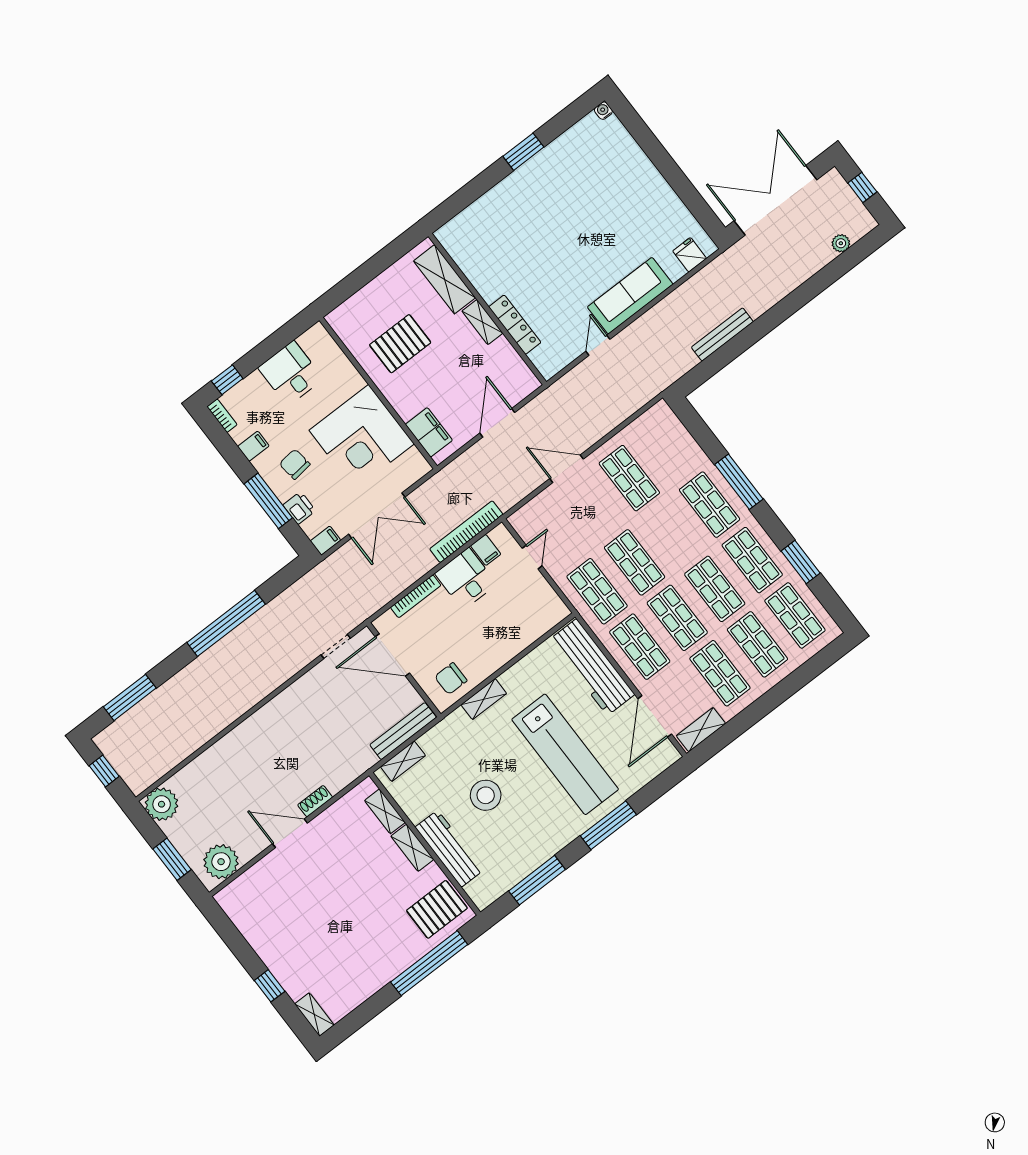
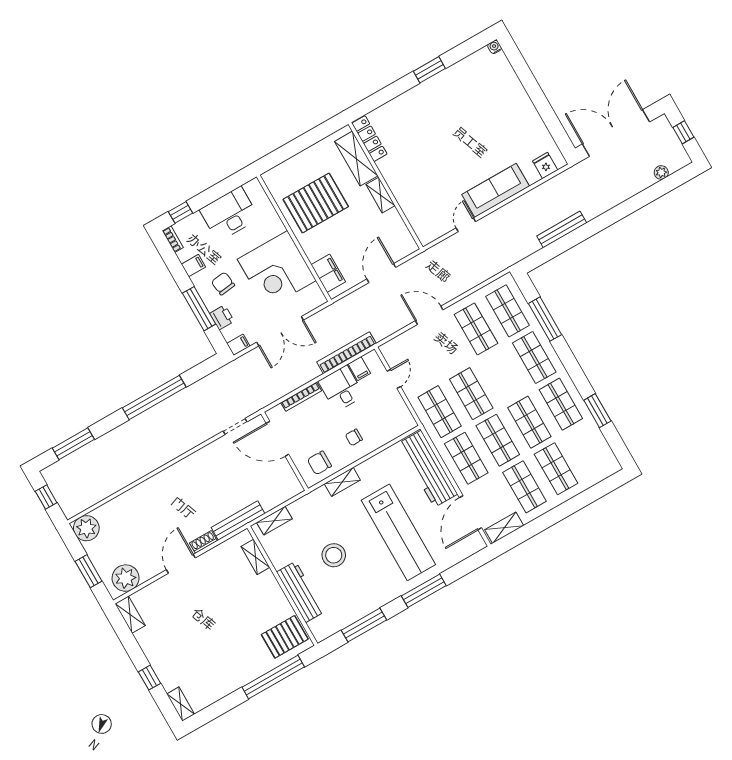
locker: (515, 325) -> (369, 139), moved
pallet: (400, 344) -> (316, 203), width x1.37, depth x1.41
desk: (291, 373) -> (229, 214), width x1.37
window: (739, 482) -> (545, 319), moved
shop shelf: (795, 615) -> (507, 311), moved
chair: (491, 640) -> (354, 437), added
bench: (403, 731) -> (238, 520), moved
door: (290, 833) -> (181, 564), hinge flipped
shelving: (412, 848) -> (130, 615), moved

